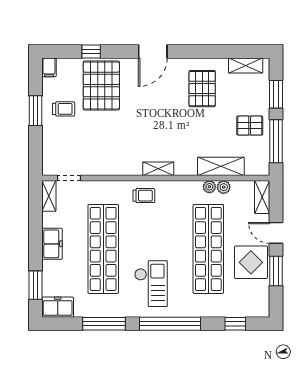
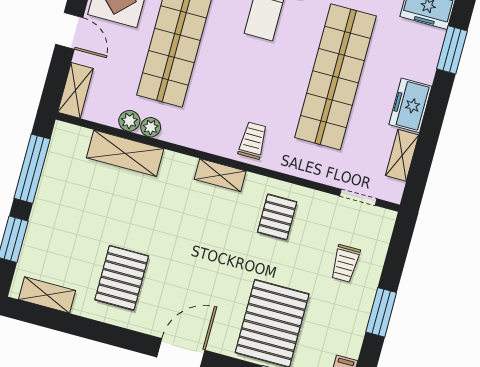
trolley: (64, 109) -> (345, 263), moved, turned -90
pallet: (250, 126) -> (277, 217), moved, turned 90
shelving: (49, 196) -> (402, 155), moved
trolley: (144, 196) -> (253, 141), turned 90

